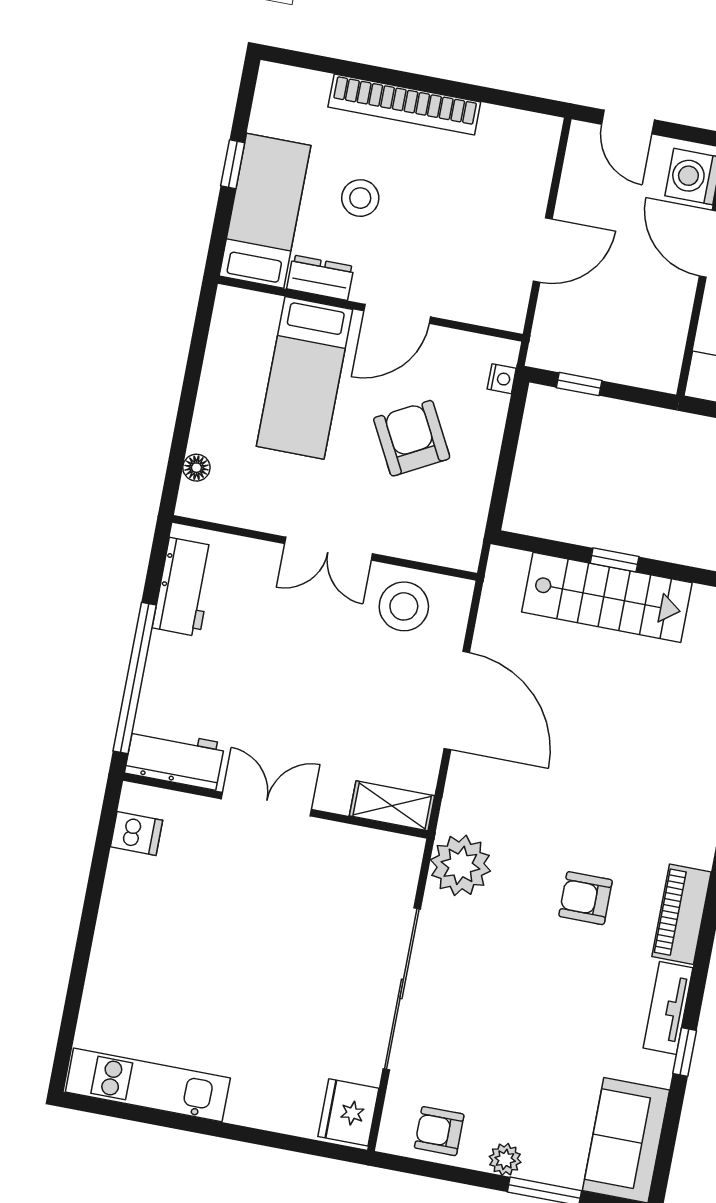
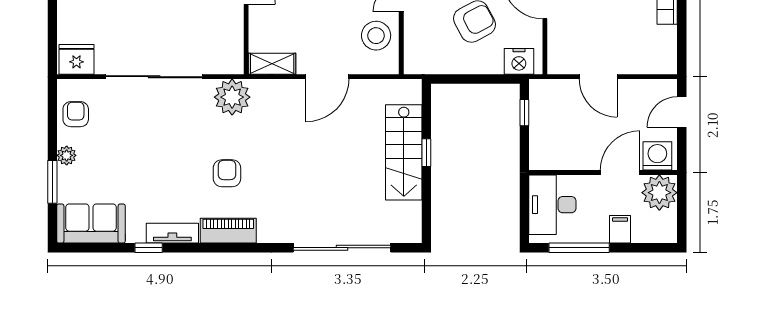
nightstand: (502, 379) -> (519, 61), width x1.89, depth x1.79
door: (457, 700) -> (327, 77), width x0.73
shelving: (392, 806) -> (272, 64), moved, turned 90

